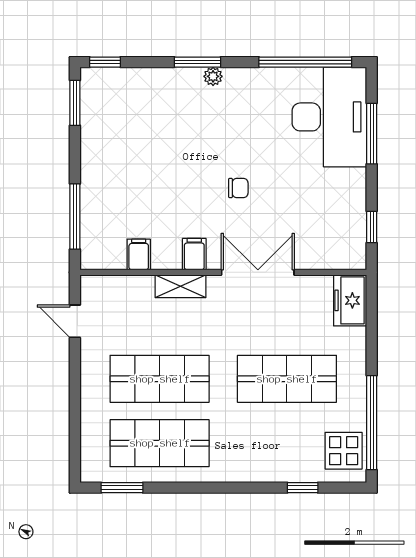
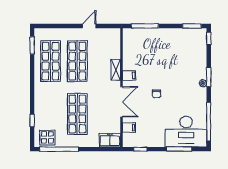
filing cabinet: (139, 254) -> (129, 128), moved
door: (75, 321) -> (89, 26), moved

